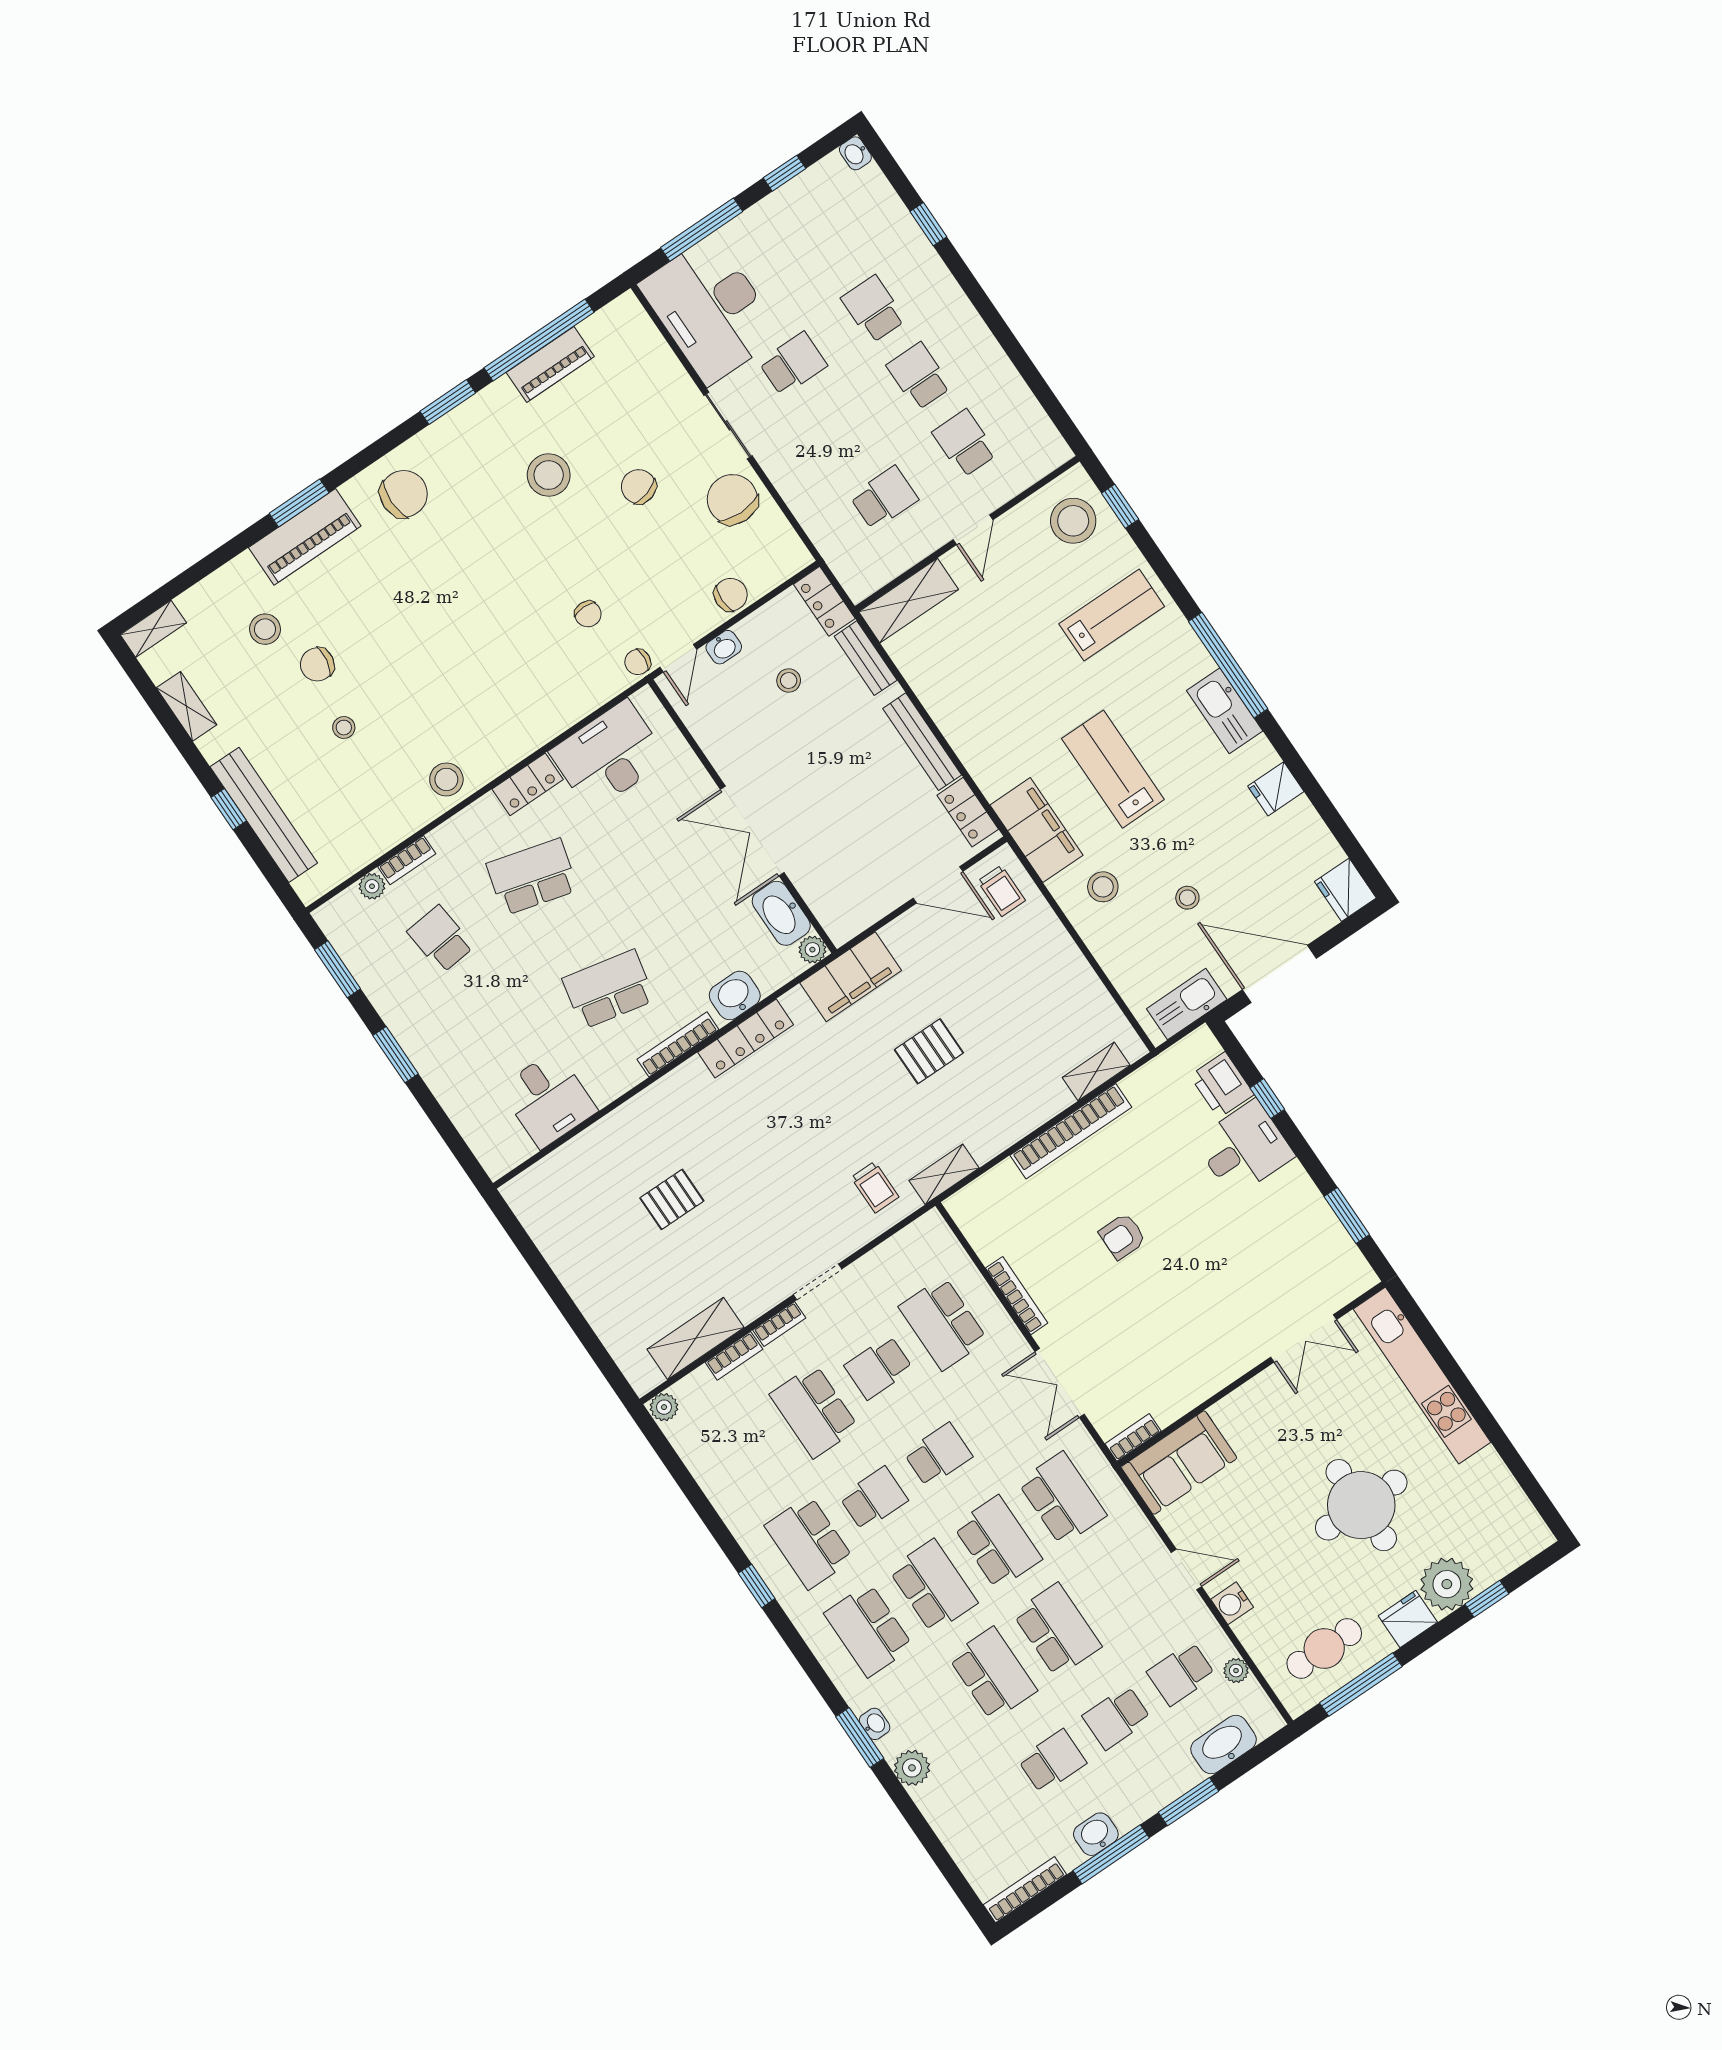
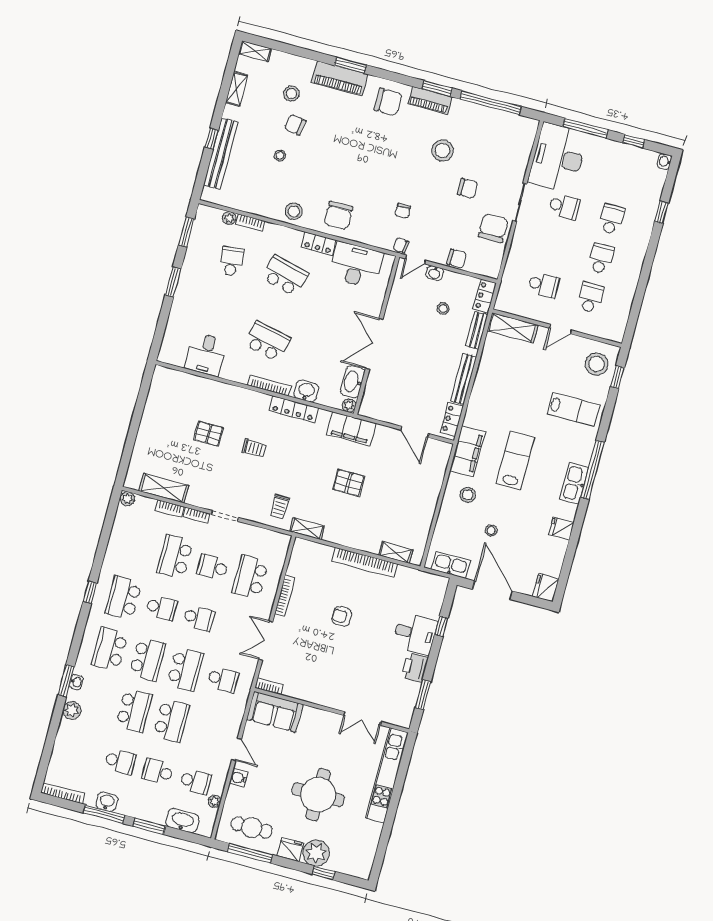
piano: (550, 364) -> (430, 100), moved
chair: (639, 487) -> (467, 188), turned 107
chair: (511, 718) -> (338, 216), added
trolley: (1001, 891) -> (254, 448), moved, turned -90
printer: (1222, 1085) -> (415, 667), moved
school desk: (1062, 1499) -> (223, 679), width x0.54
school desk: (1181, 1674) -> (195, 782), turned 180

